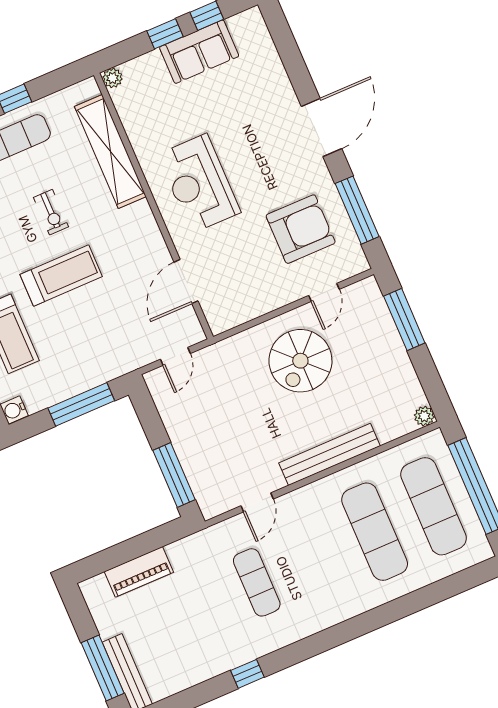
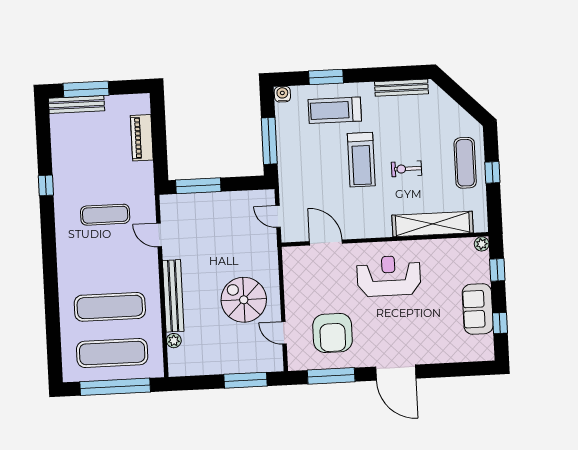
window: (165, 34) -> (497, 270), moved
plant: (424, 416) -> (174, 341), moved

